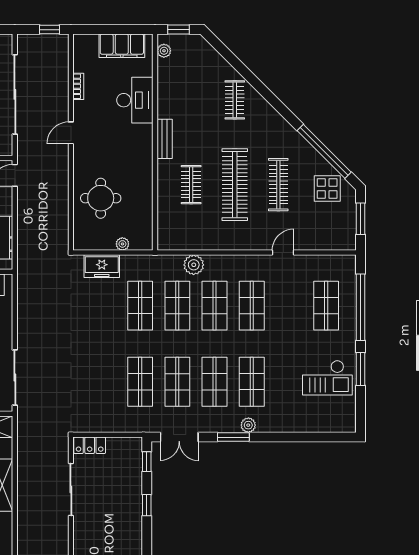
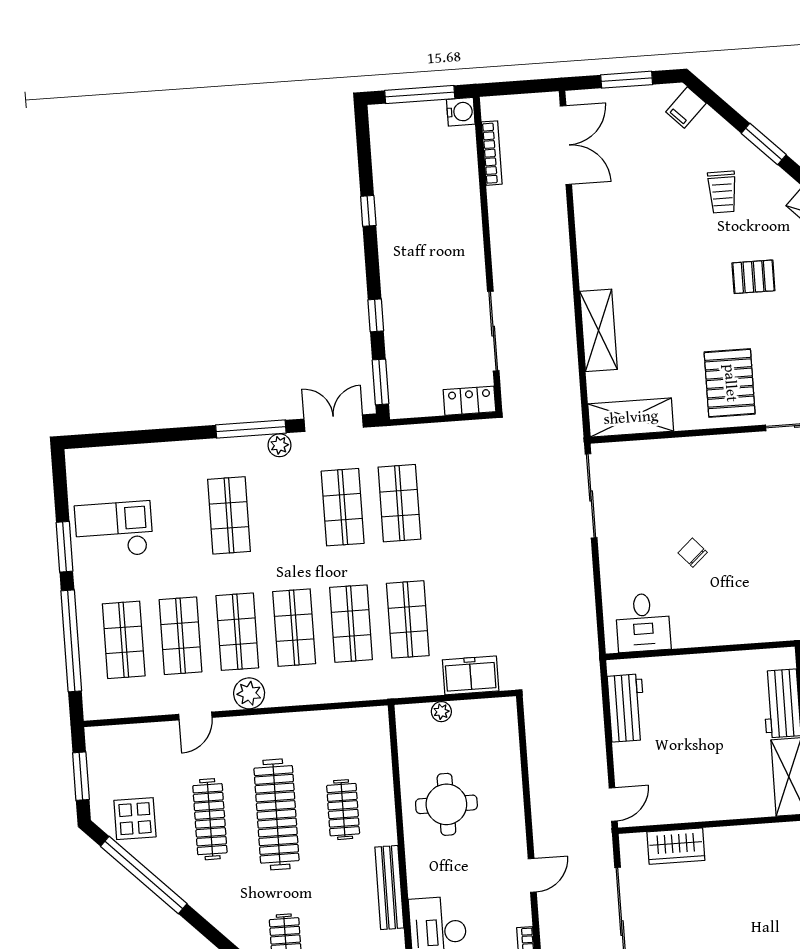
bench: (165, 139) -> (389, 888), width x1.36
round table: (101, 198) -> (446, 804), moved
plant: (194, 265) -> (249, 693), moved
shop shelf: (215, 382) -> (180, 636), moved
plant: (248, 425) -> (279, 445), moved
window: (233, 437) -> (251, 429), width x1.44
window: (147, 462) -> (381, 382), width x1.50

